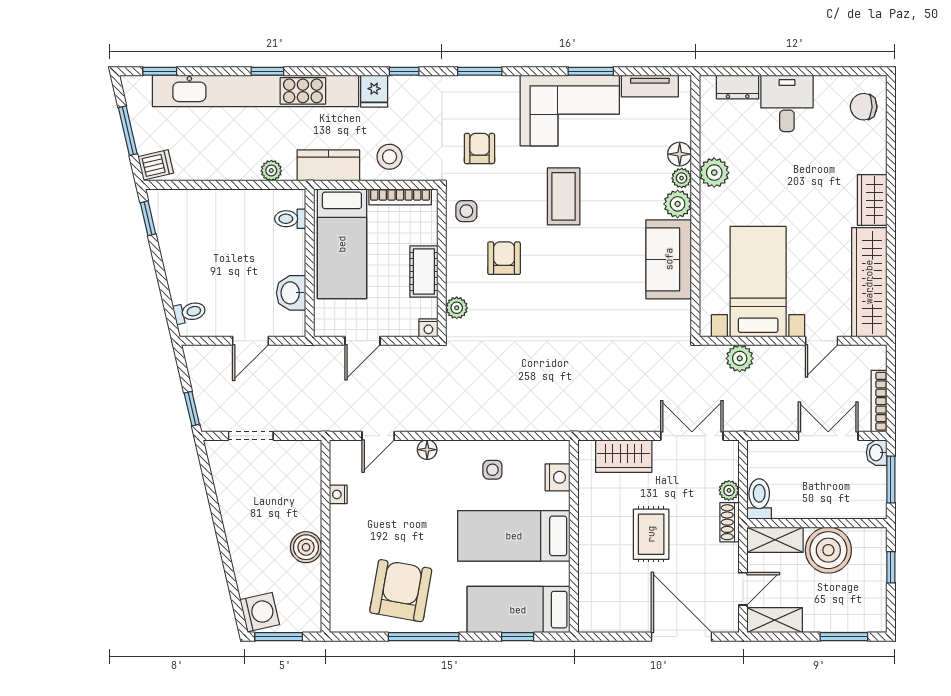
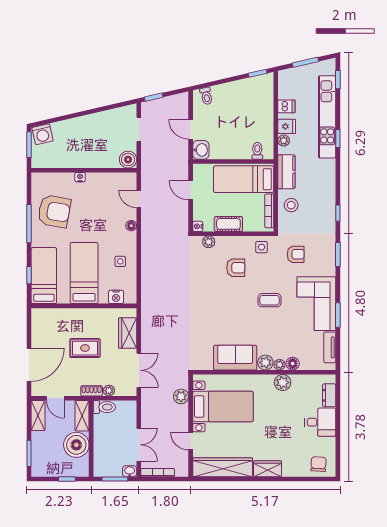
kitchen unit: (255, 91) -> (327, 117), width x0.73
fridge: (374, 91) -> (287, 126), moved, turned 180
dishwasher: (156, 165) -> (286, 106), moved, turned -77
coffee table: (564, 196) -> (270, 300), width x0.73, depth x0.77
washbasin: (291, 293) -> (201, 150), moved, turned 90
nightstand: (338, 494) -> (80, 177), moved
boiler: (306, 547) -> (128, 160), moved

